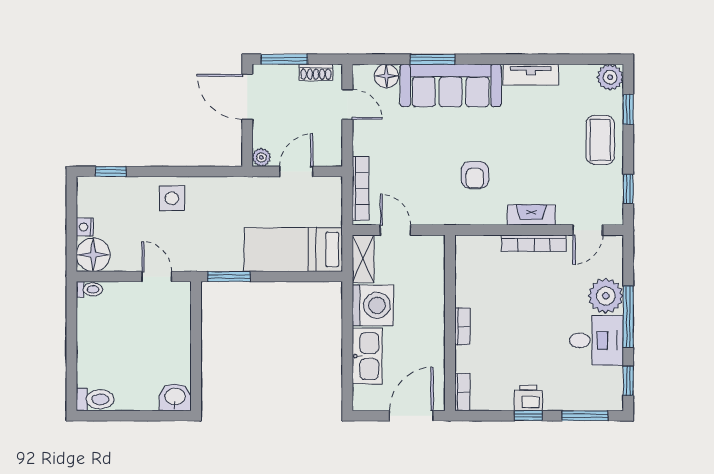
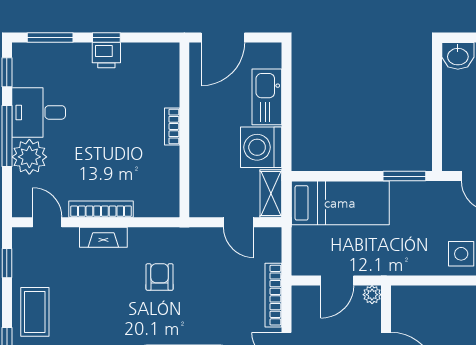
bookcase: (360, 188) -> (273, 295), moved
door: (588, 230) -> (47, 222), hinge flipped
bookcase: (462, 392) -> (172, 61), removed

